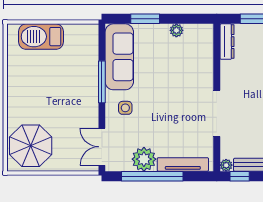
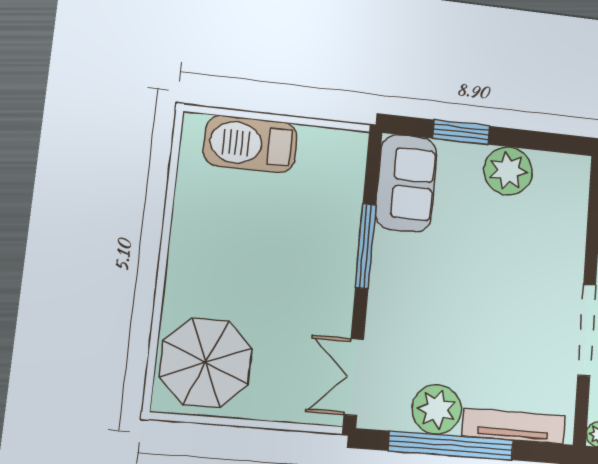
plant: (176, 30) -> (508, 171), width x1.87, depth x1.87
sofa: (119, 57) -> (406, 183), width x0.73
side table: (125, 108) -> (408, 302), removed

